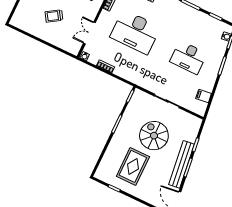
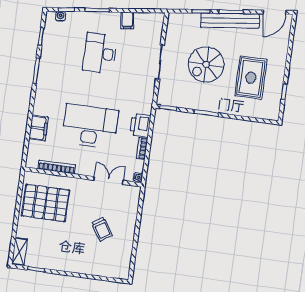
desk: (135, 32) -> (90, 126), turned -90
double door: (89, 33) -> (109, 180), swing flipped
desk: (188, 57) -> (100, 53), turned 180
printer: (124, 71) -> (140, 125), added
filing cabinet: (204, 96) -> (127, 20), moved
rug: (133, 166) -> (251, 78), turned 90

